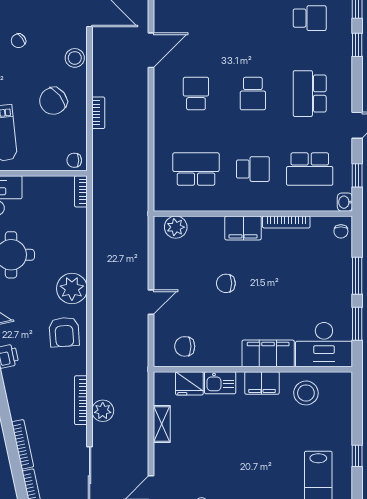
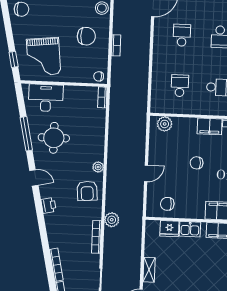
chair: (53, 101) -> (86, 36), turned -142
school desk: (196, 169) -> (180, 86), width x0.54
plant: (72, 289) -> (98, 167), width x0.53, depth x0.53
plant: (103, 411) -> (112, 220), moved
shelving: (162, 424) -> (149, 270), moved

